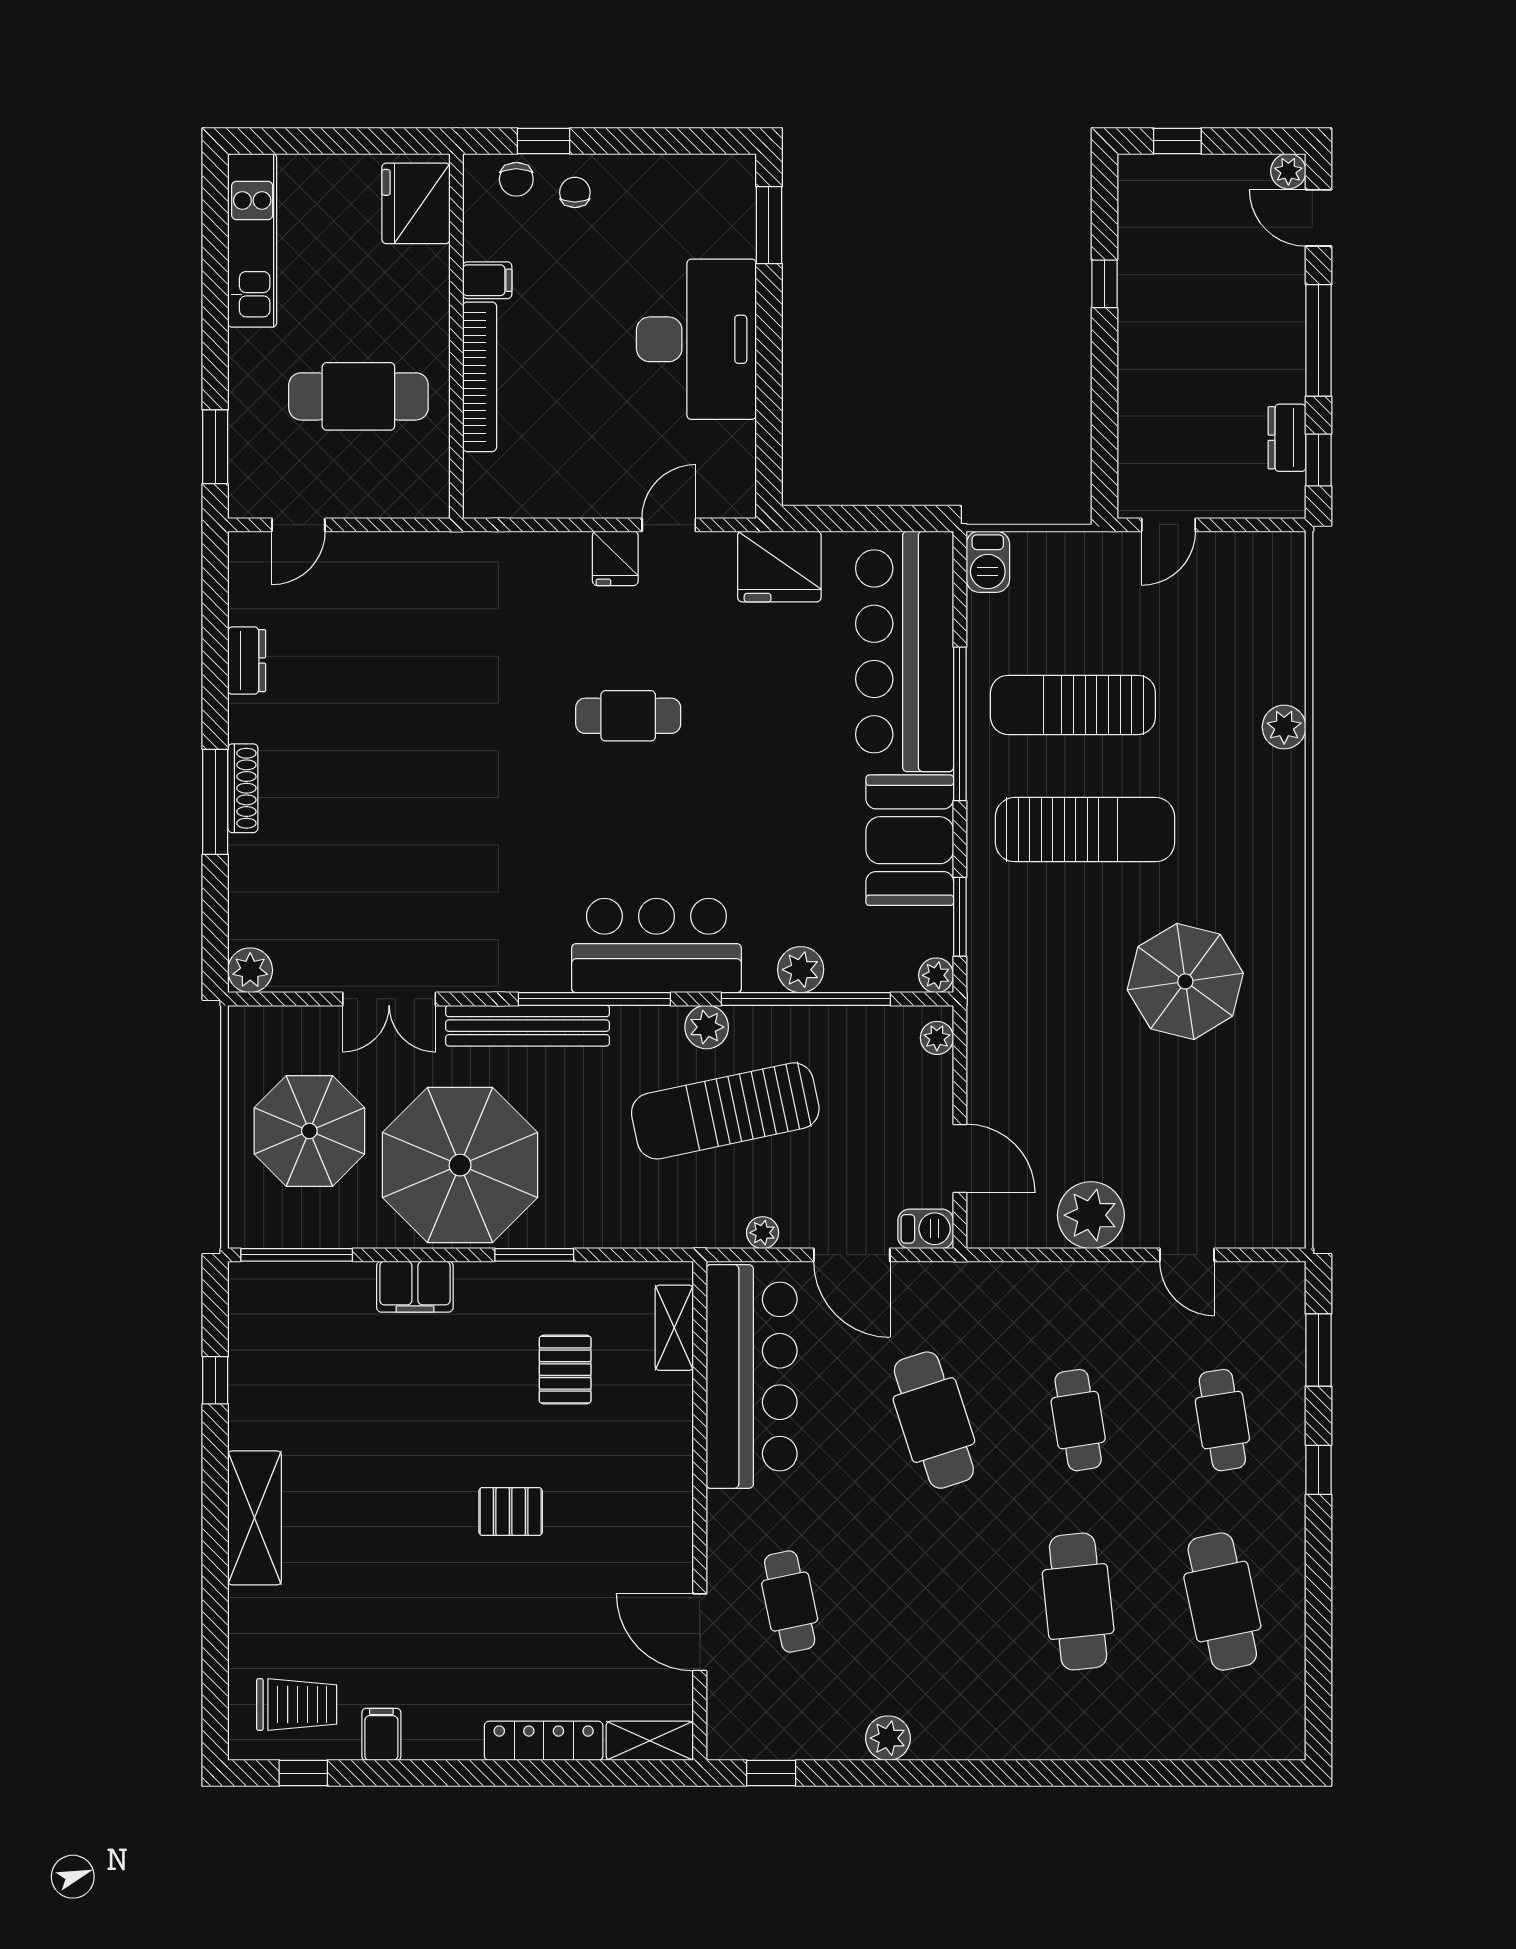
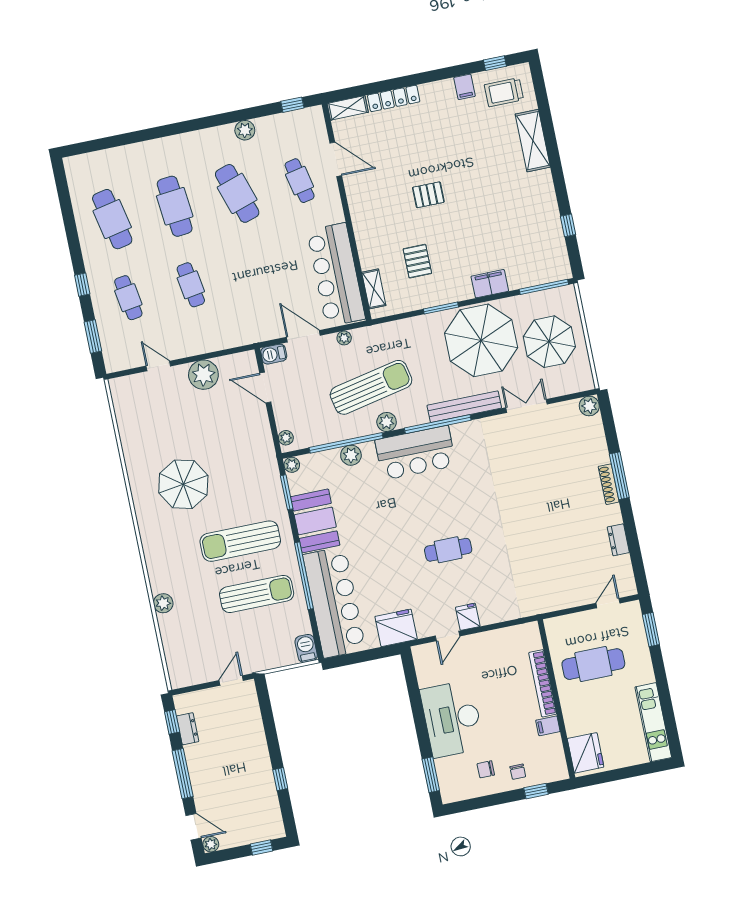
chair: (516, 179) -> (486, 769), moved, turned -90
cafe table: (934, 1420) -> (237, 193), moved
shelving: (255, 1518) -> (533, 141), moved

